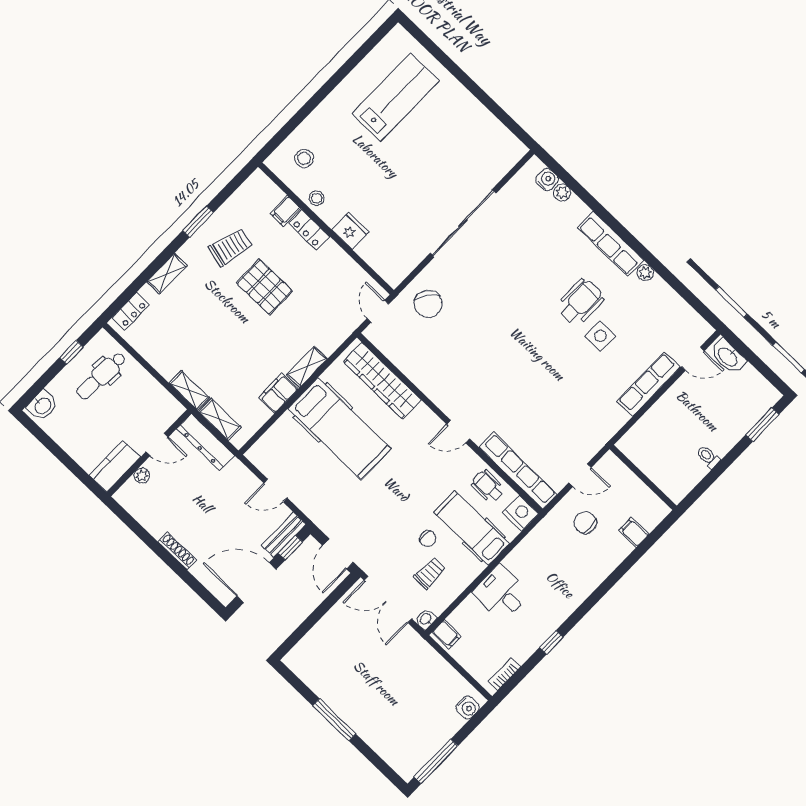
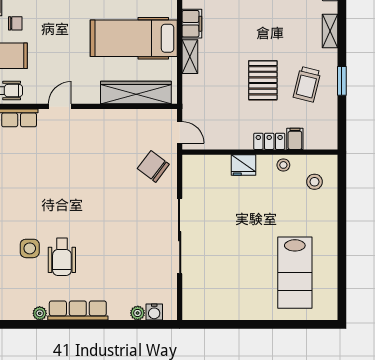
pallet: (264, 287) -> (263, 80), turned 90
chair: (428, 539) -> (15, 23), turned 180

